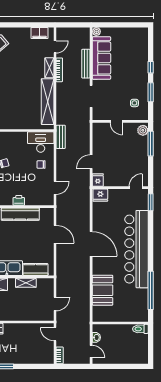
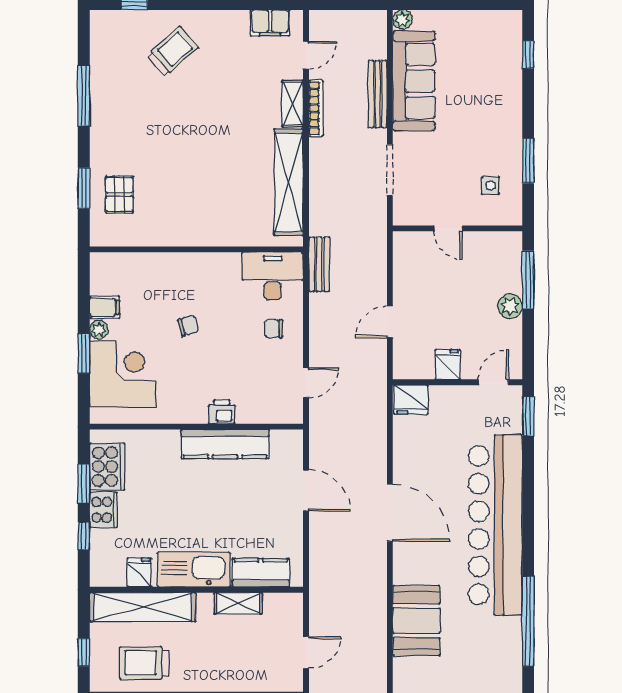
window: (151, 67) -> (528, 55), moved
plant: (143, 130) -> (510, 306), moved
fridge: (98, 180) -> (448, 364), moved

